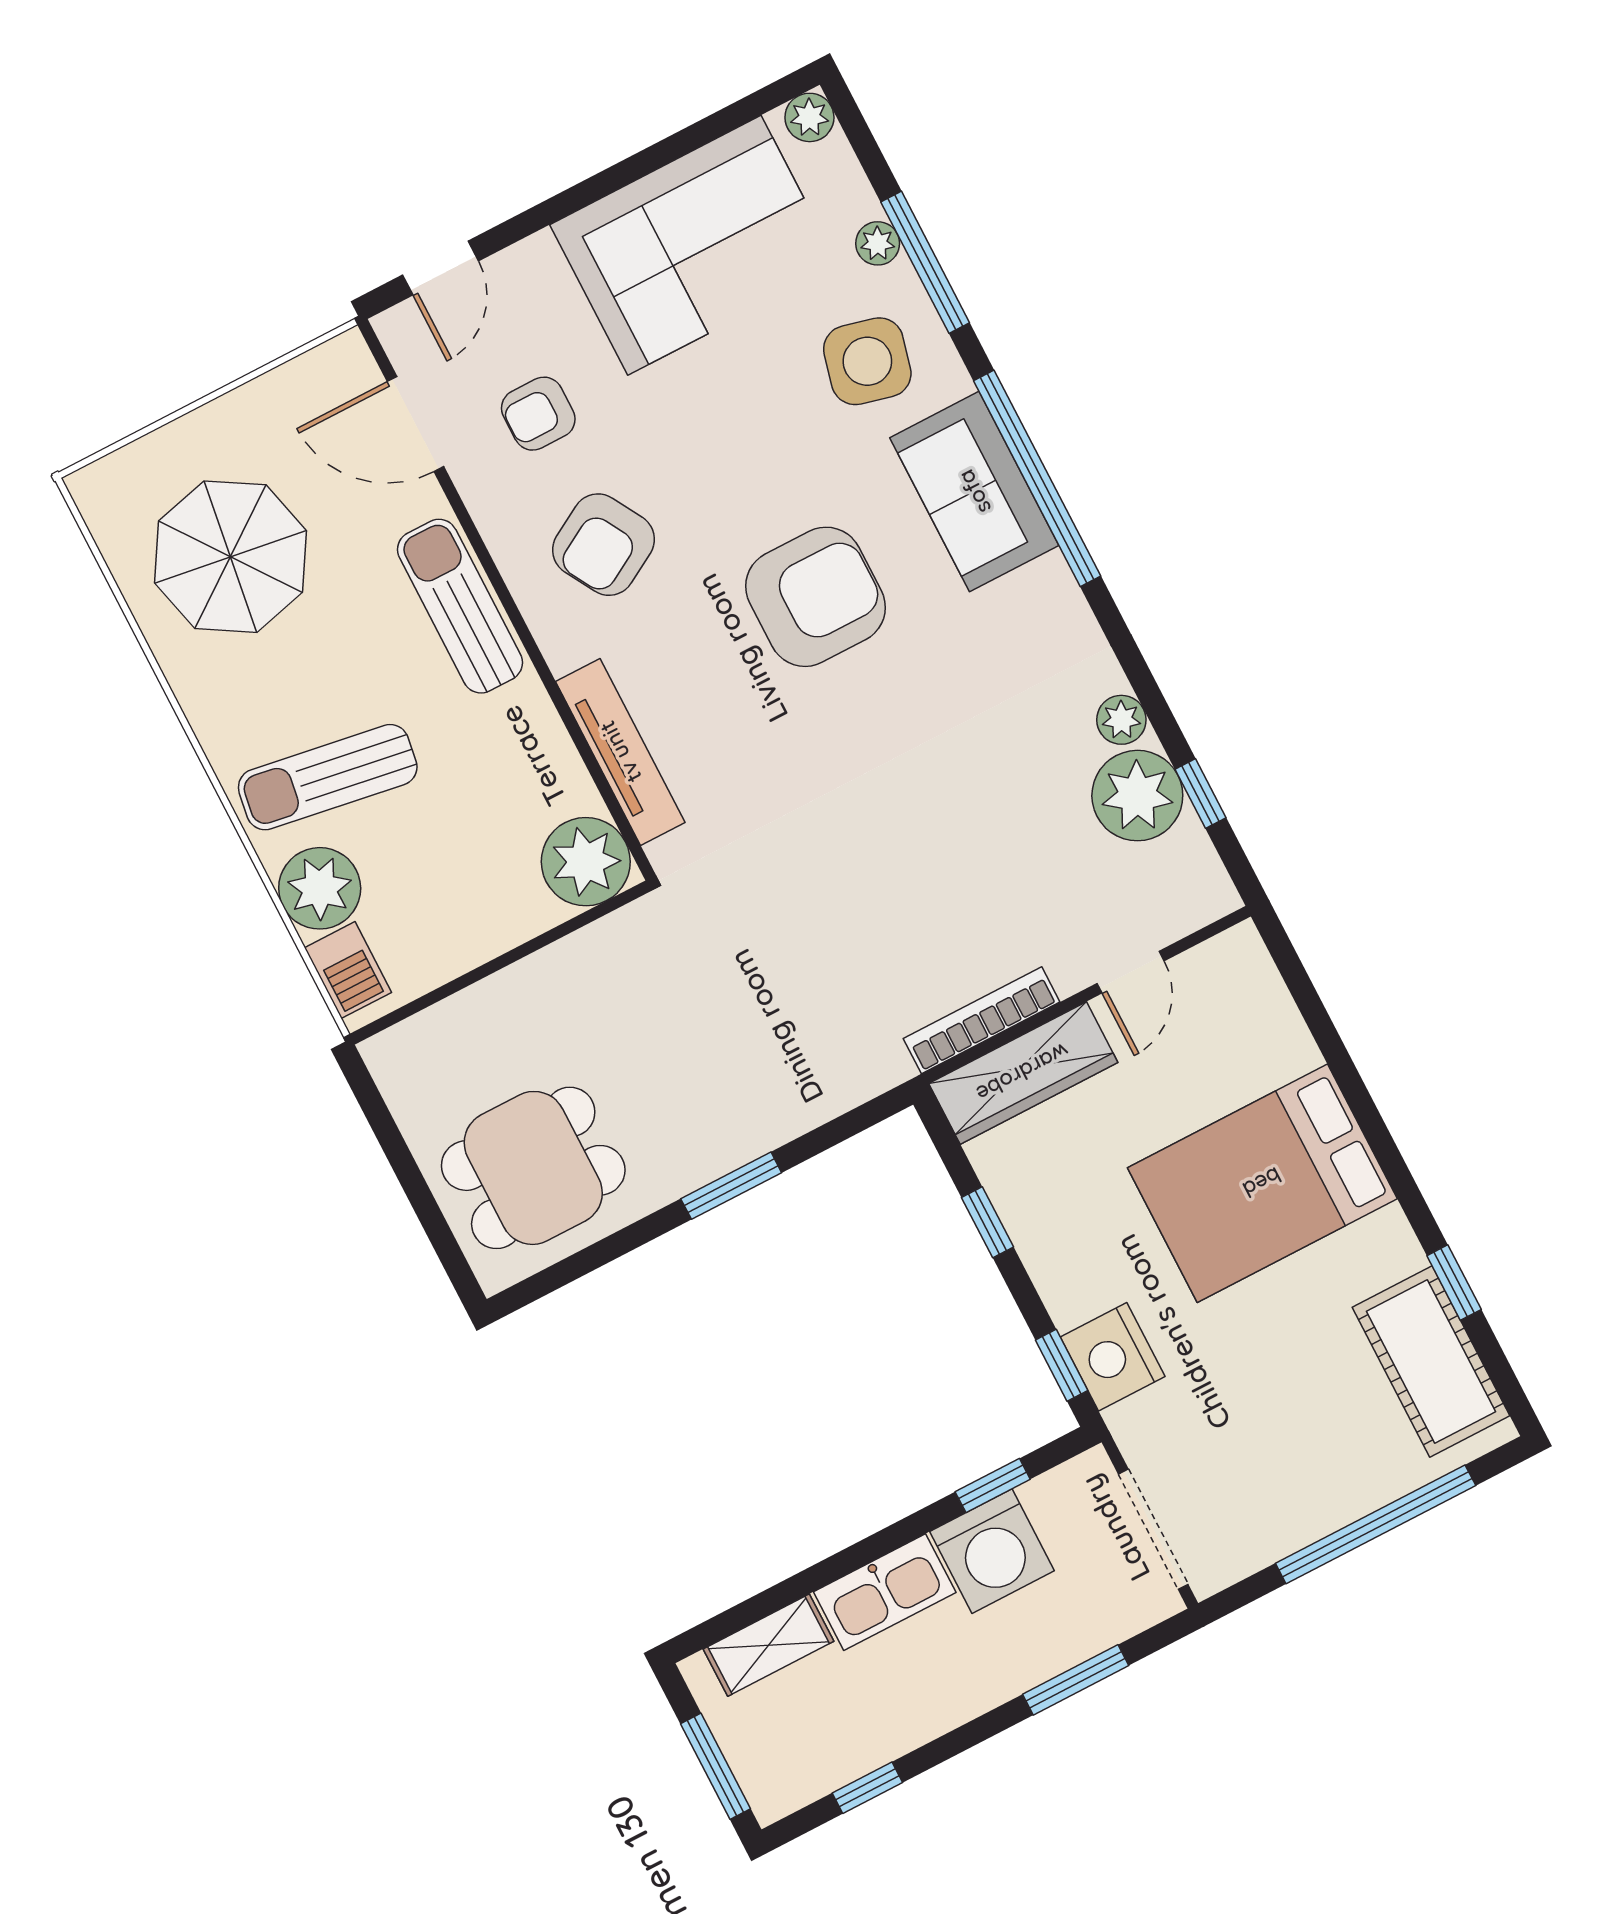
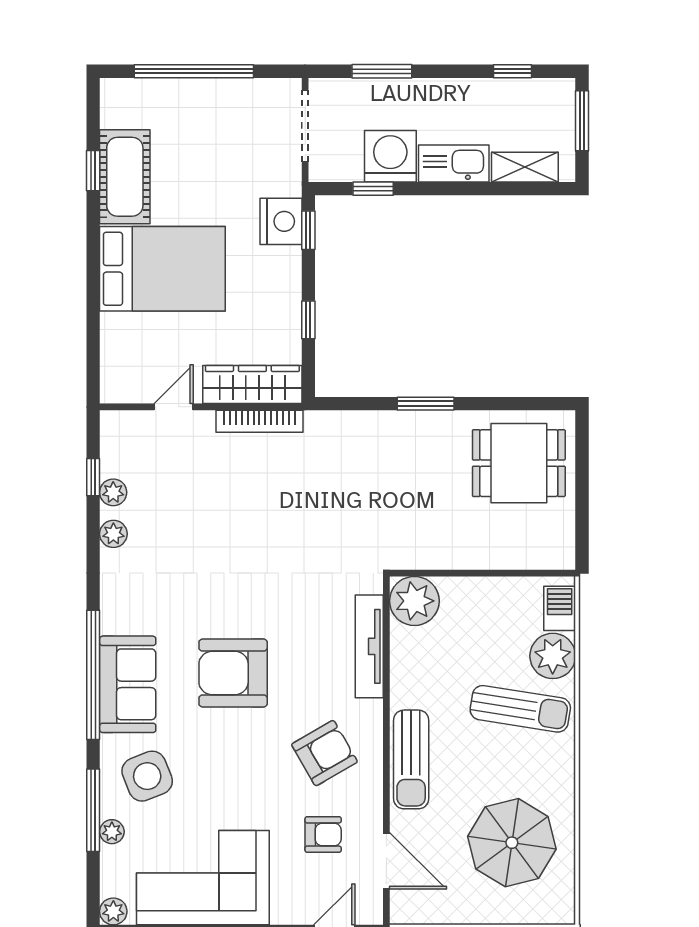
side table: (867, 361) -> (147, 776), turned -36
plant: (1137, 796) -> (113, 492), width x0.53, depth x0.53
cot: (1431, 1361) -> (125, 177), moved

